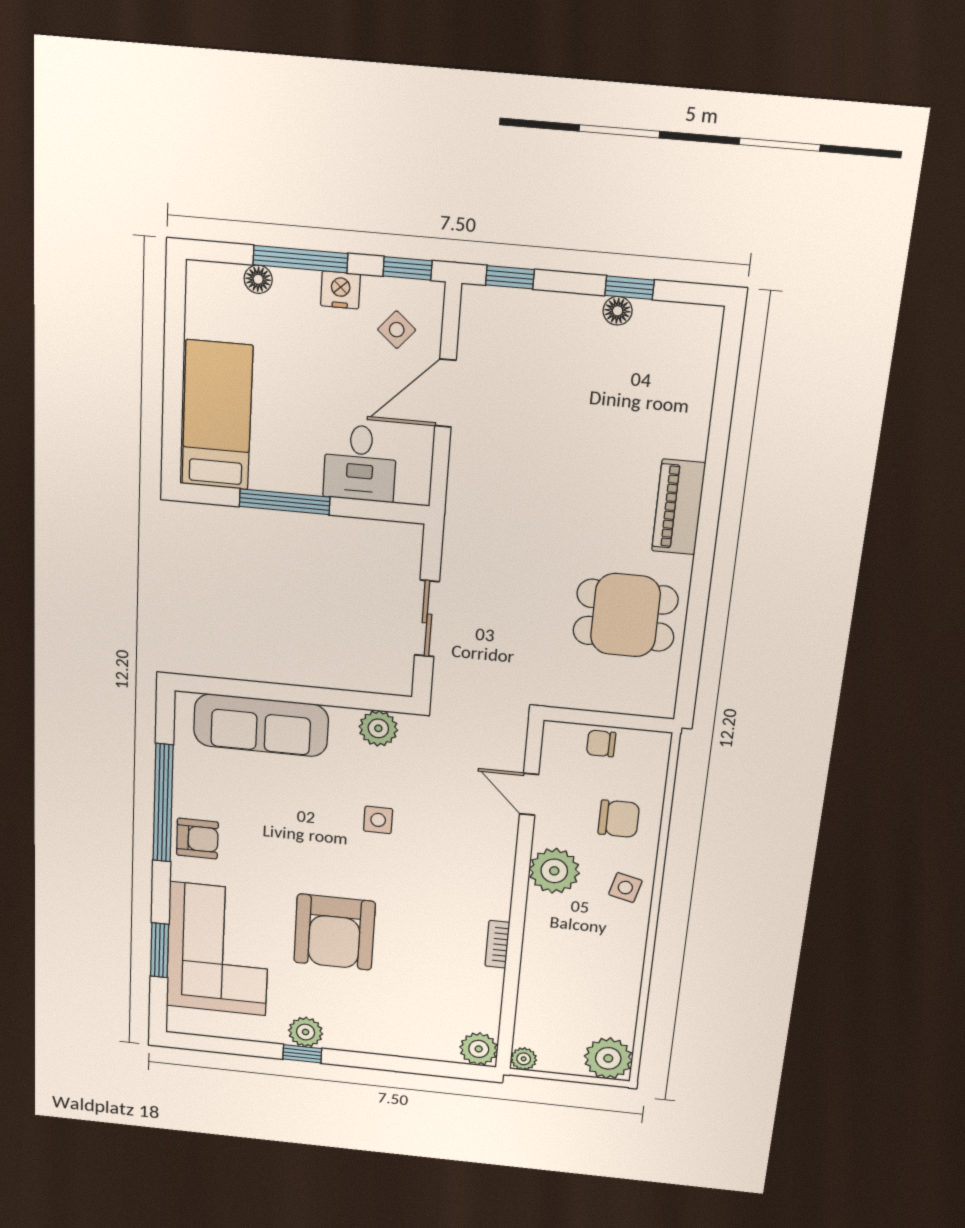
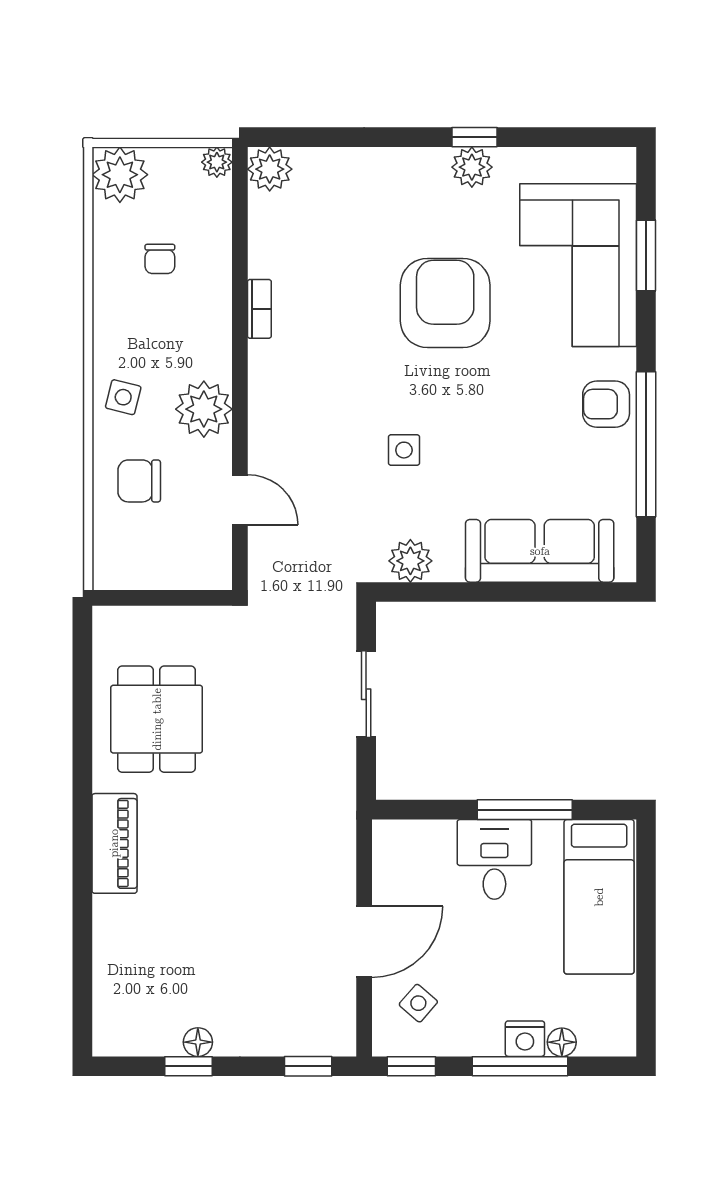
nightstand: (340, 290) -> (525, 1039), moved
desk: (360, 463) -> (494, 859), moved
dining table: (625, 615) -> (157, 719), turned 90
chair: (601, 744) -> (160, 259), moved, turned 90

